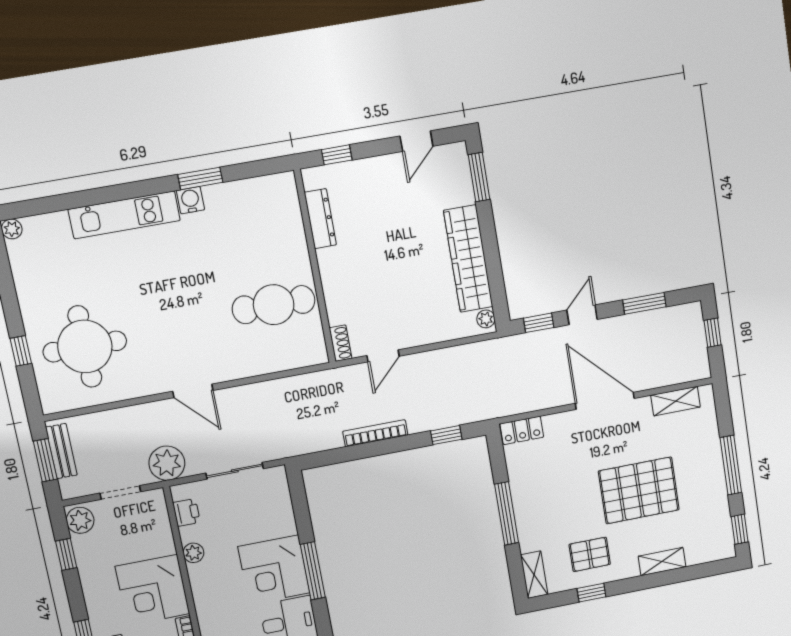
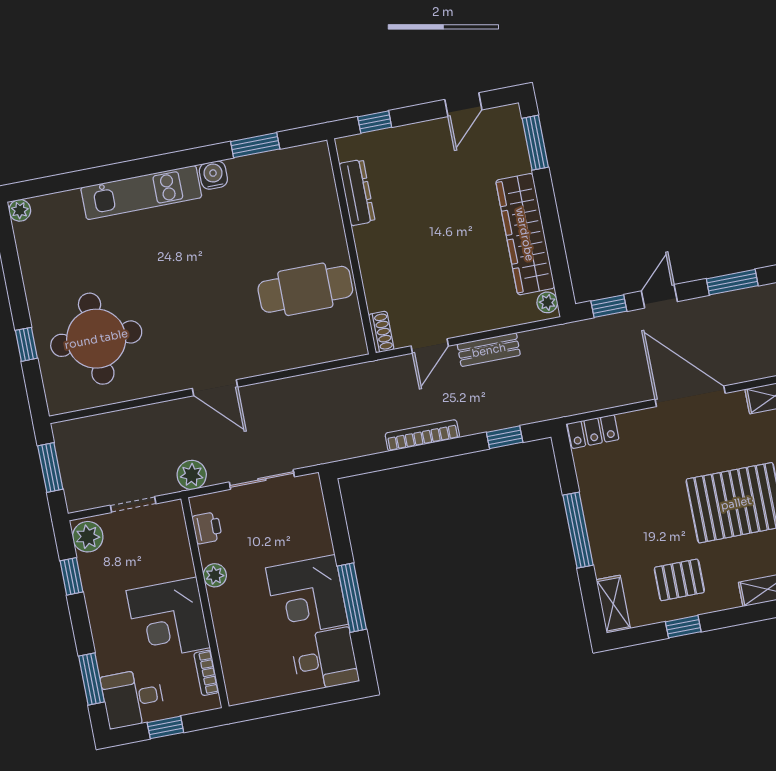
window: (200, 178) -> (255, 145), moved
bench: (61, 451) -> (489, 350), moved, turned 90
plant: (167, 463) -> (192, 475), width x0.73, depth x0.73

